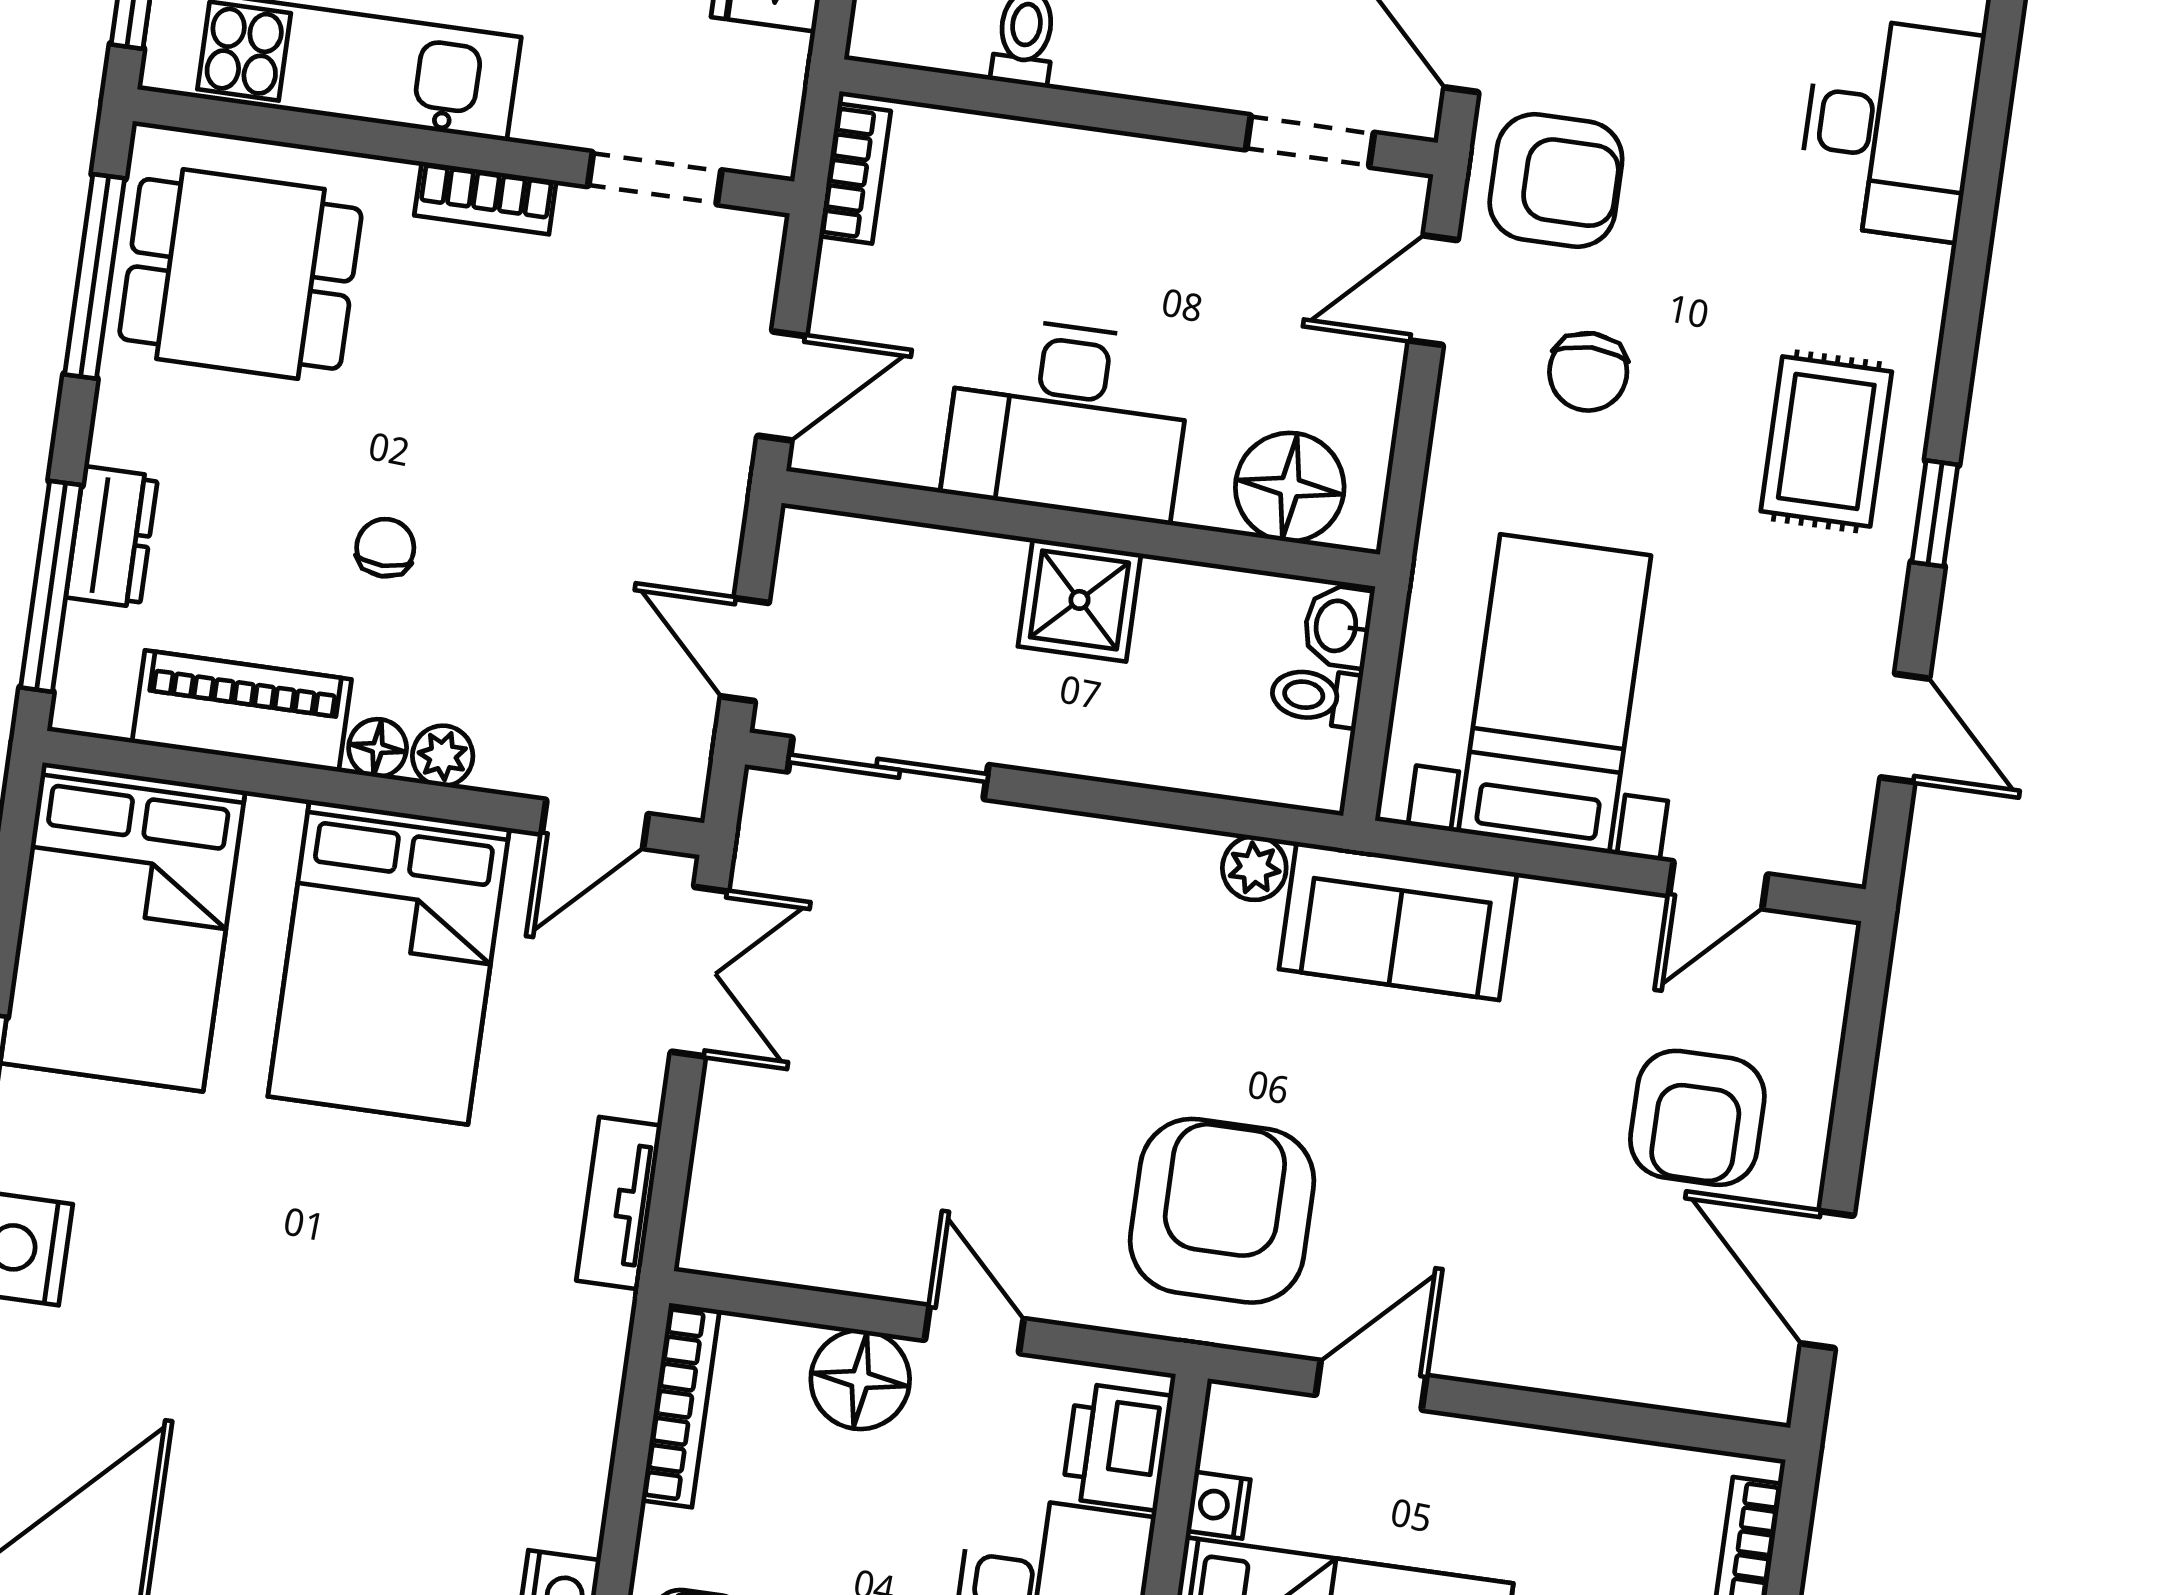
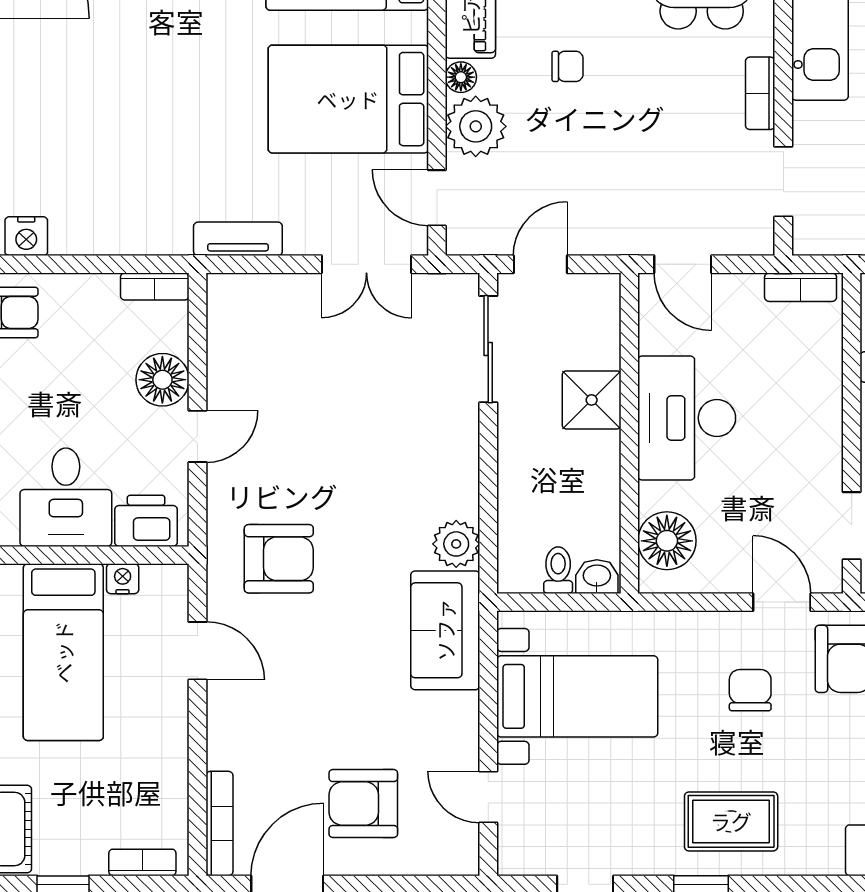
chair: (1588, 372) -> (750, 690), turned 90
shower: (1079, 600) -> (592, 400), moved
plant: (443, 756) -> (476, 126), width x1.88, depth x1.88
plant: (1254, 868) -> (456, 544), width x1.38, depth x1.38
armchair: (1222, 1211) -> (279, 559), width x0.73, depth x0.73
bookcase: (1697, 1390) -> (219, 824), added
bookcase: (681, 1405) -> (155, 287), width x0.64

